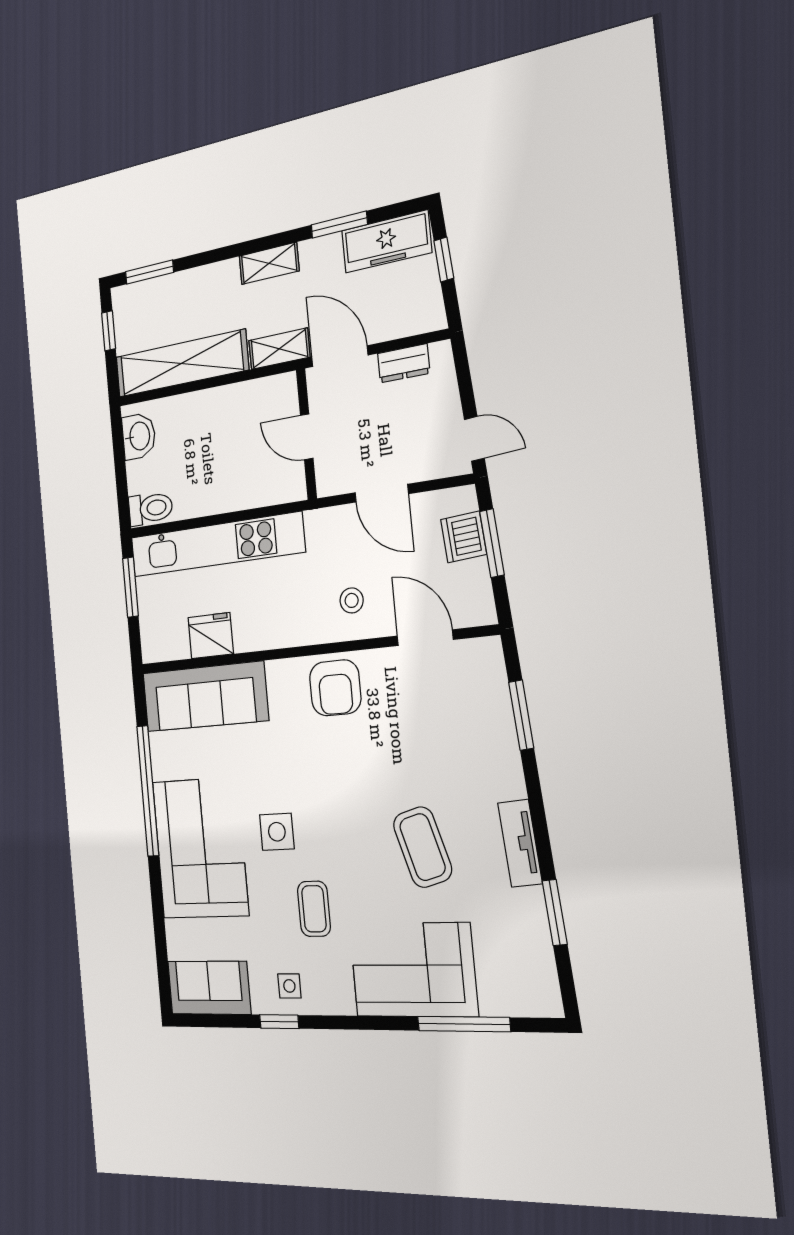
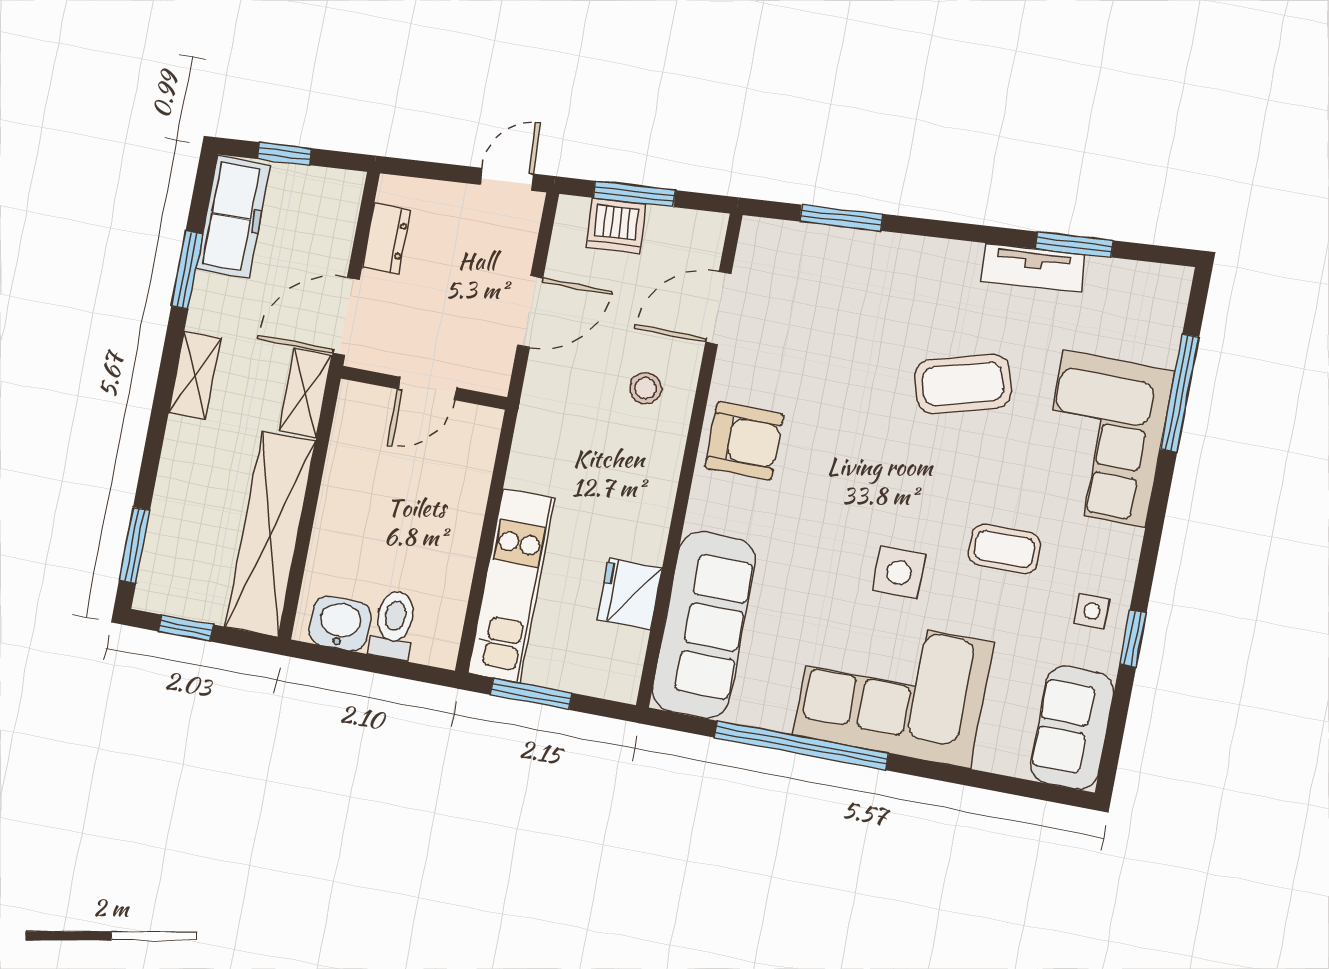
toilet: (151, 508) -> (394, 625), moved
kitchen unit: (216, 545) -> (511, 586), width x0.73
tv unit: (520, 843) -> (1033, 268), moved

